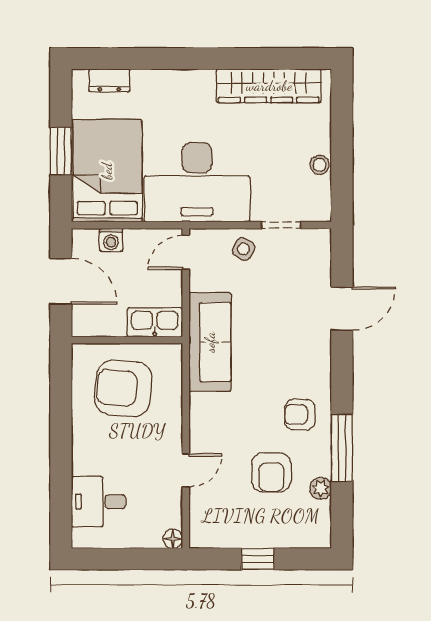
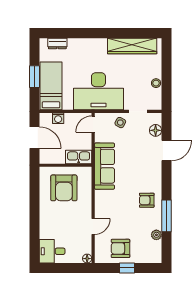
bed: (107, 171) -> (51, 86), width x0.67
floor lamp: (319, 266) -> (156, 130), added
armchair: (123, 388) -> (64, 188), turned -95
armchair: (271, 472) -> (121, 248), moved, turned 90
desk: (98, 502) -> (52, 251), moved

